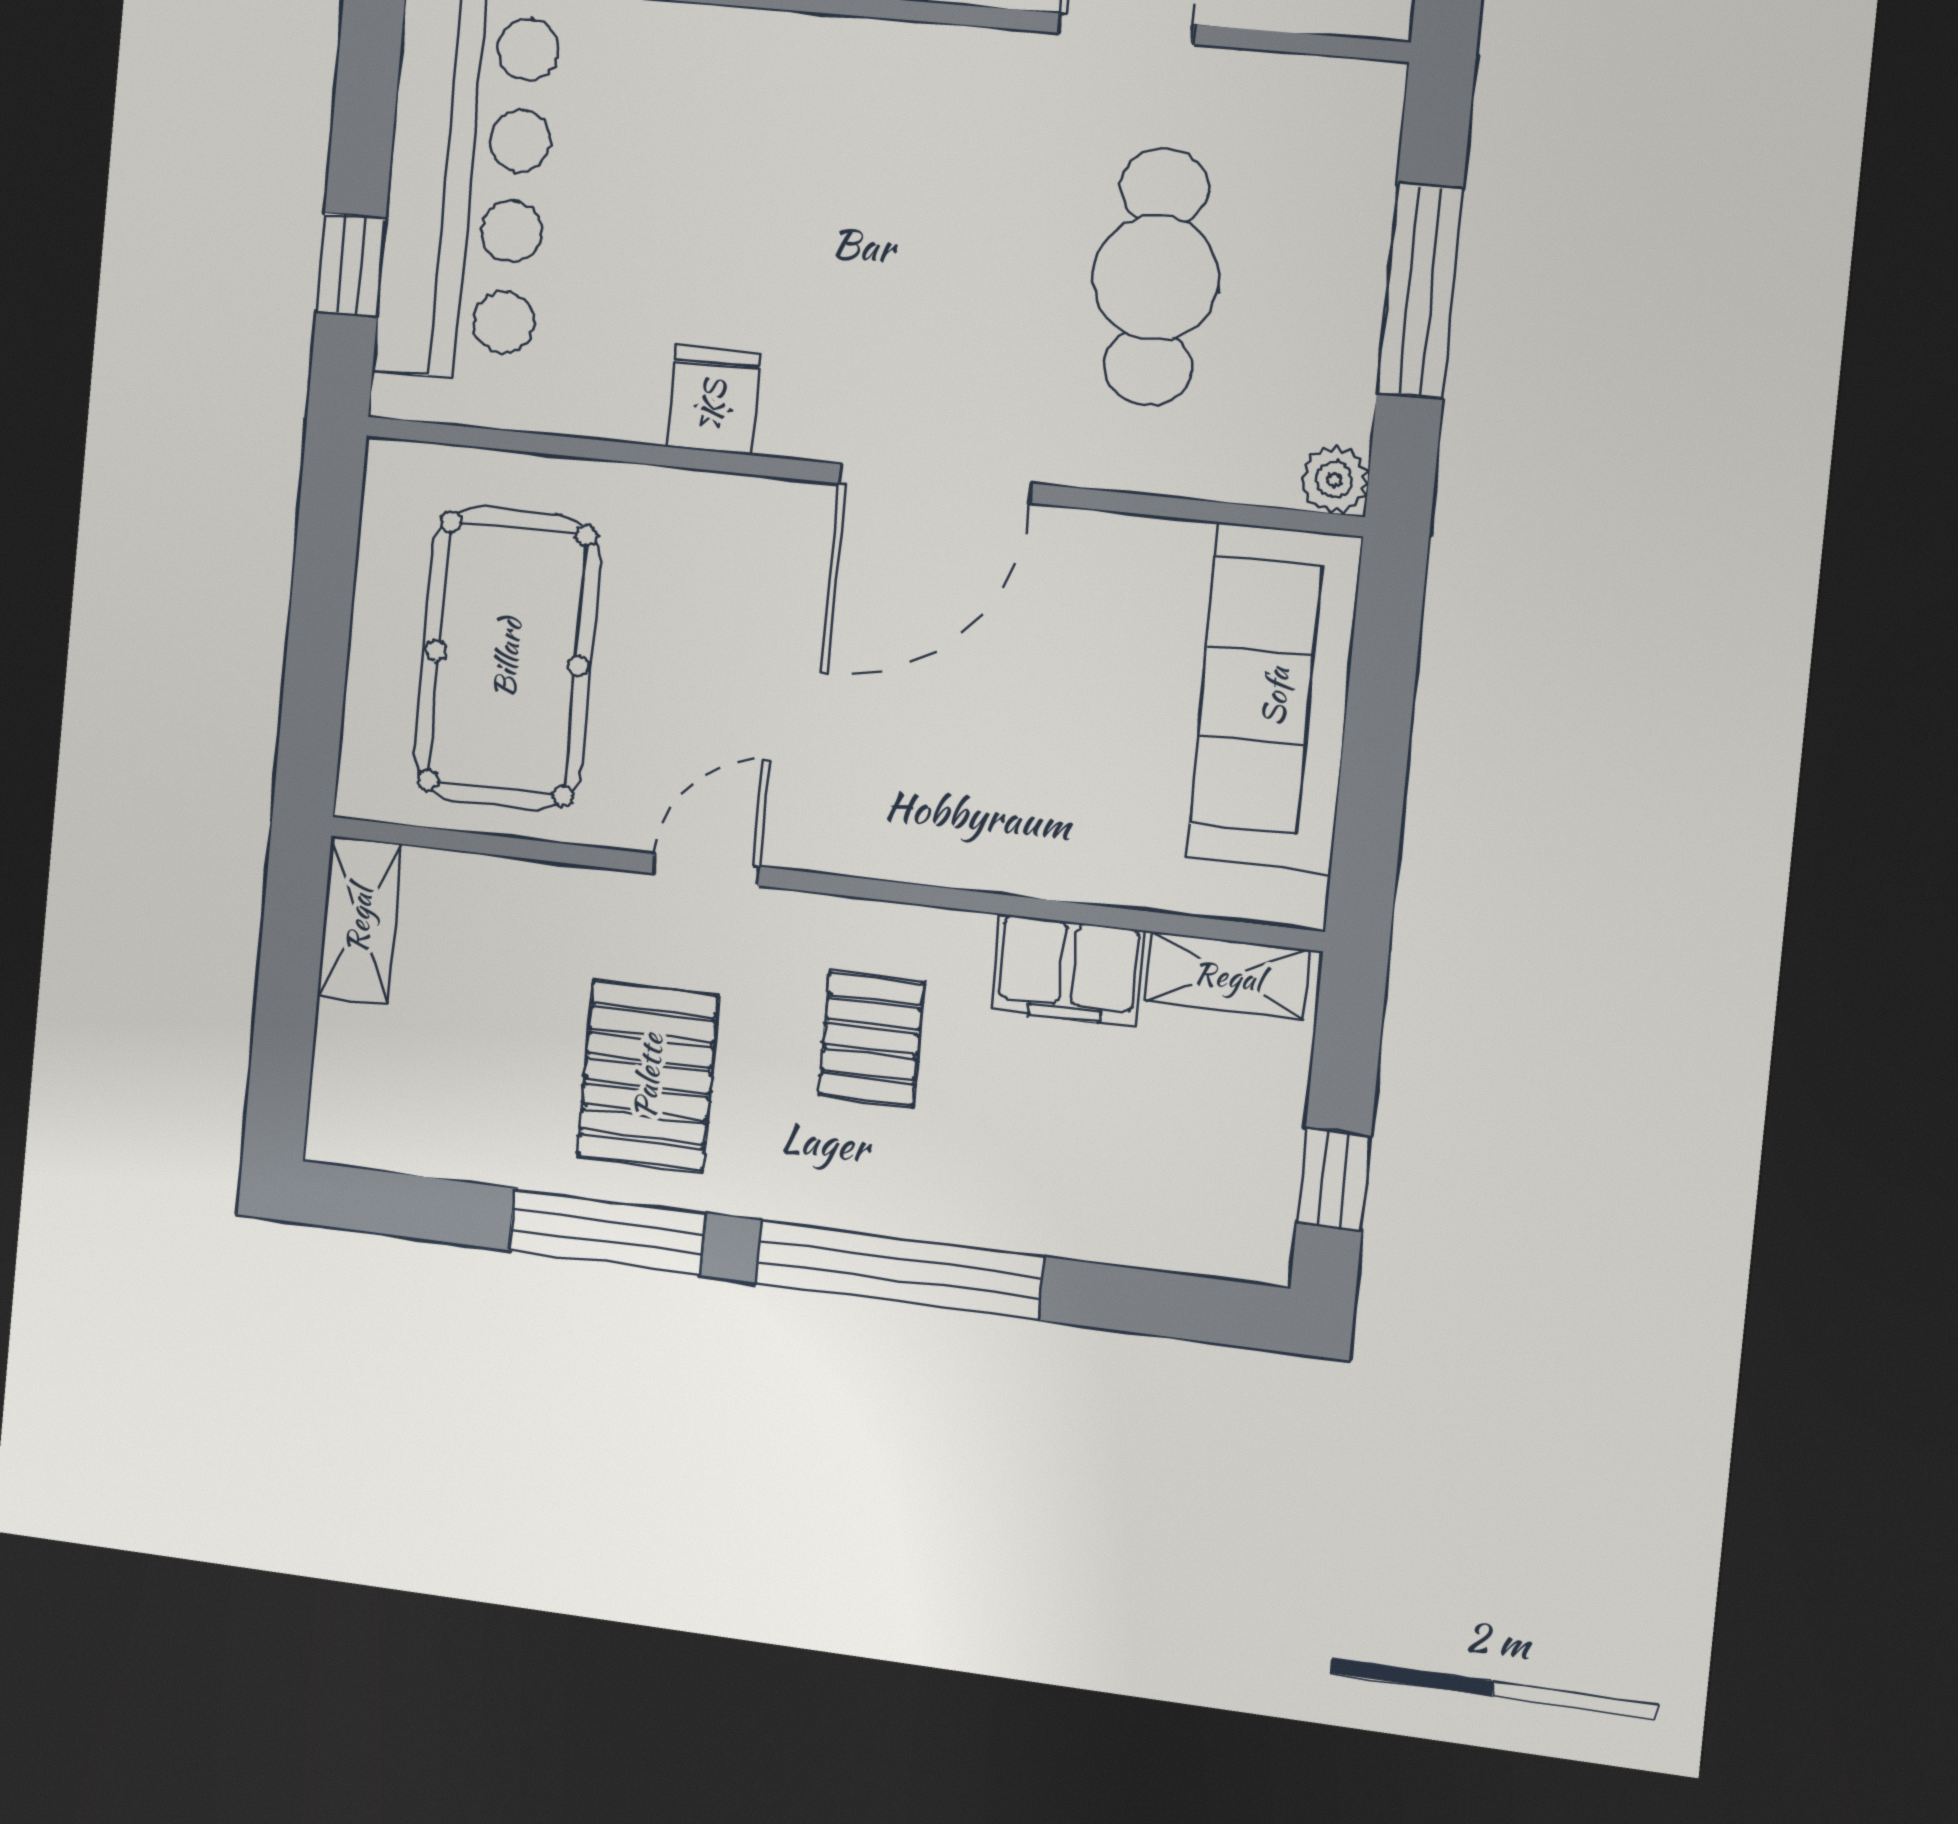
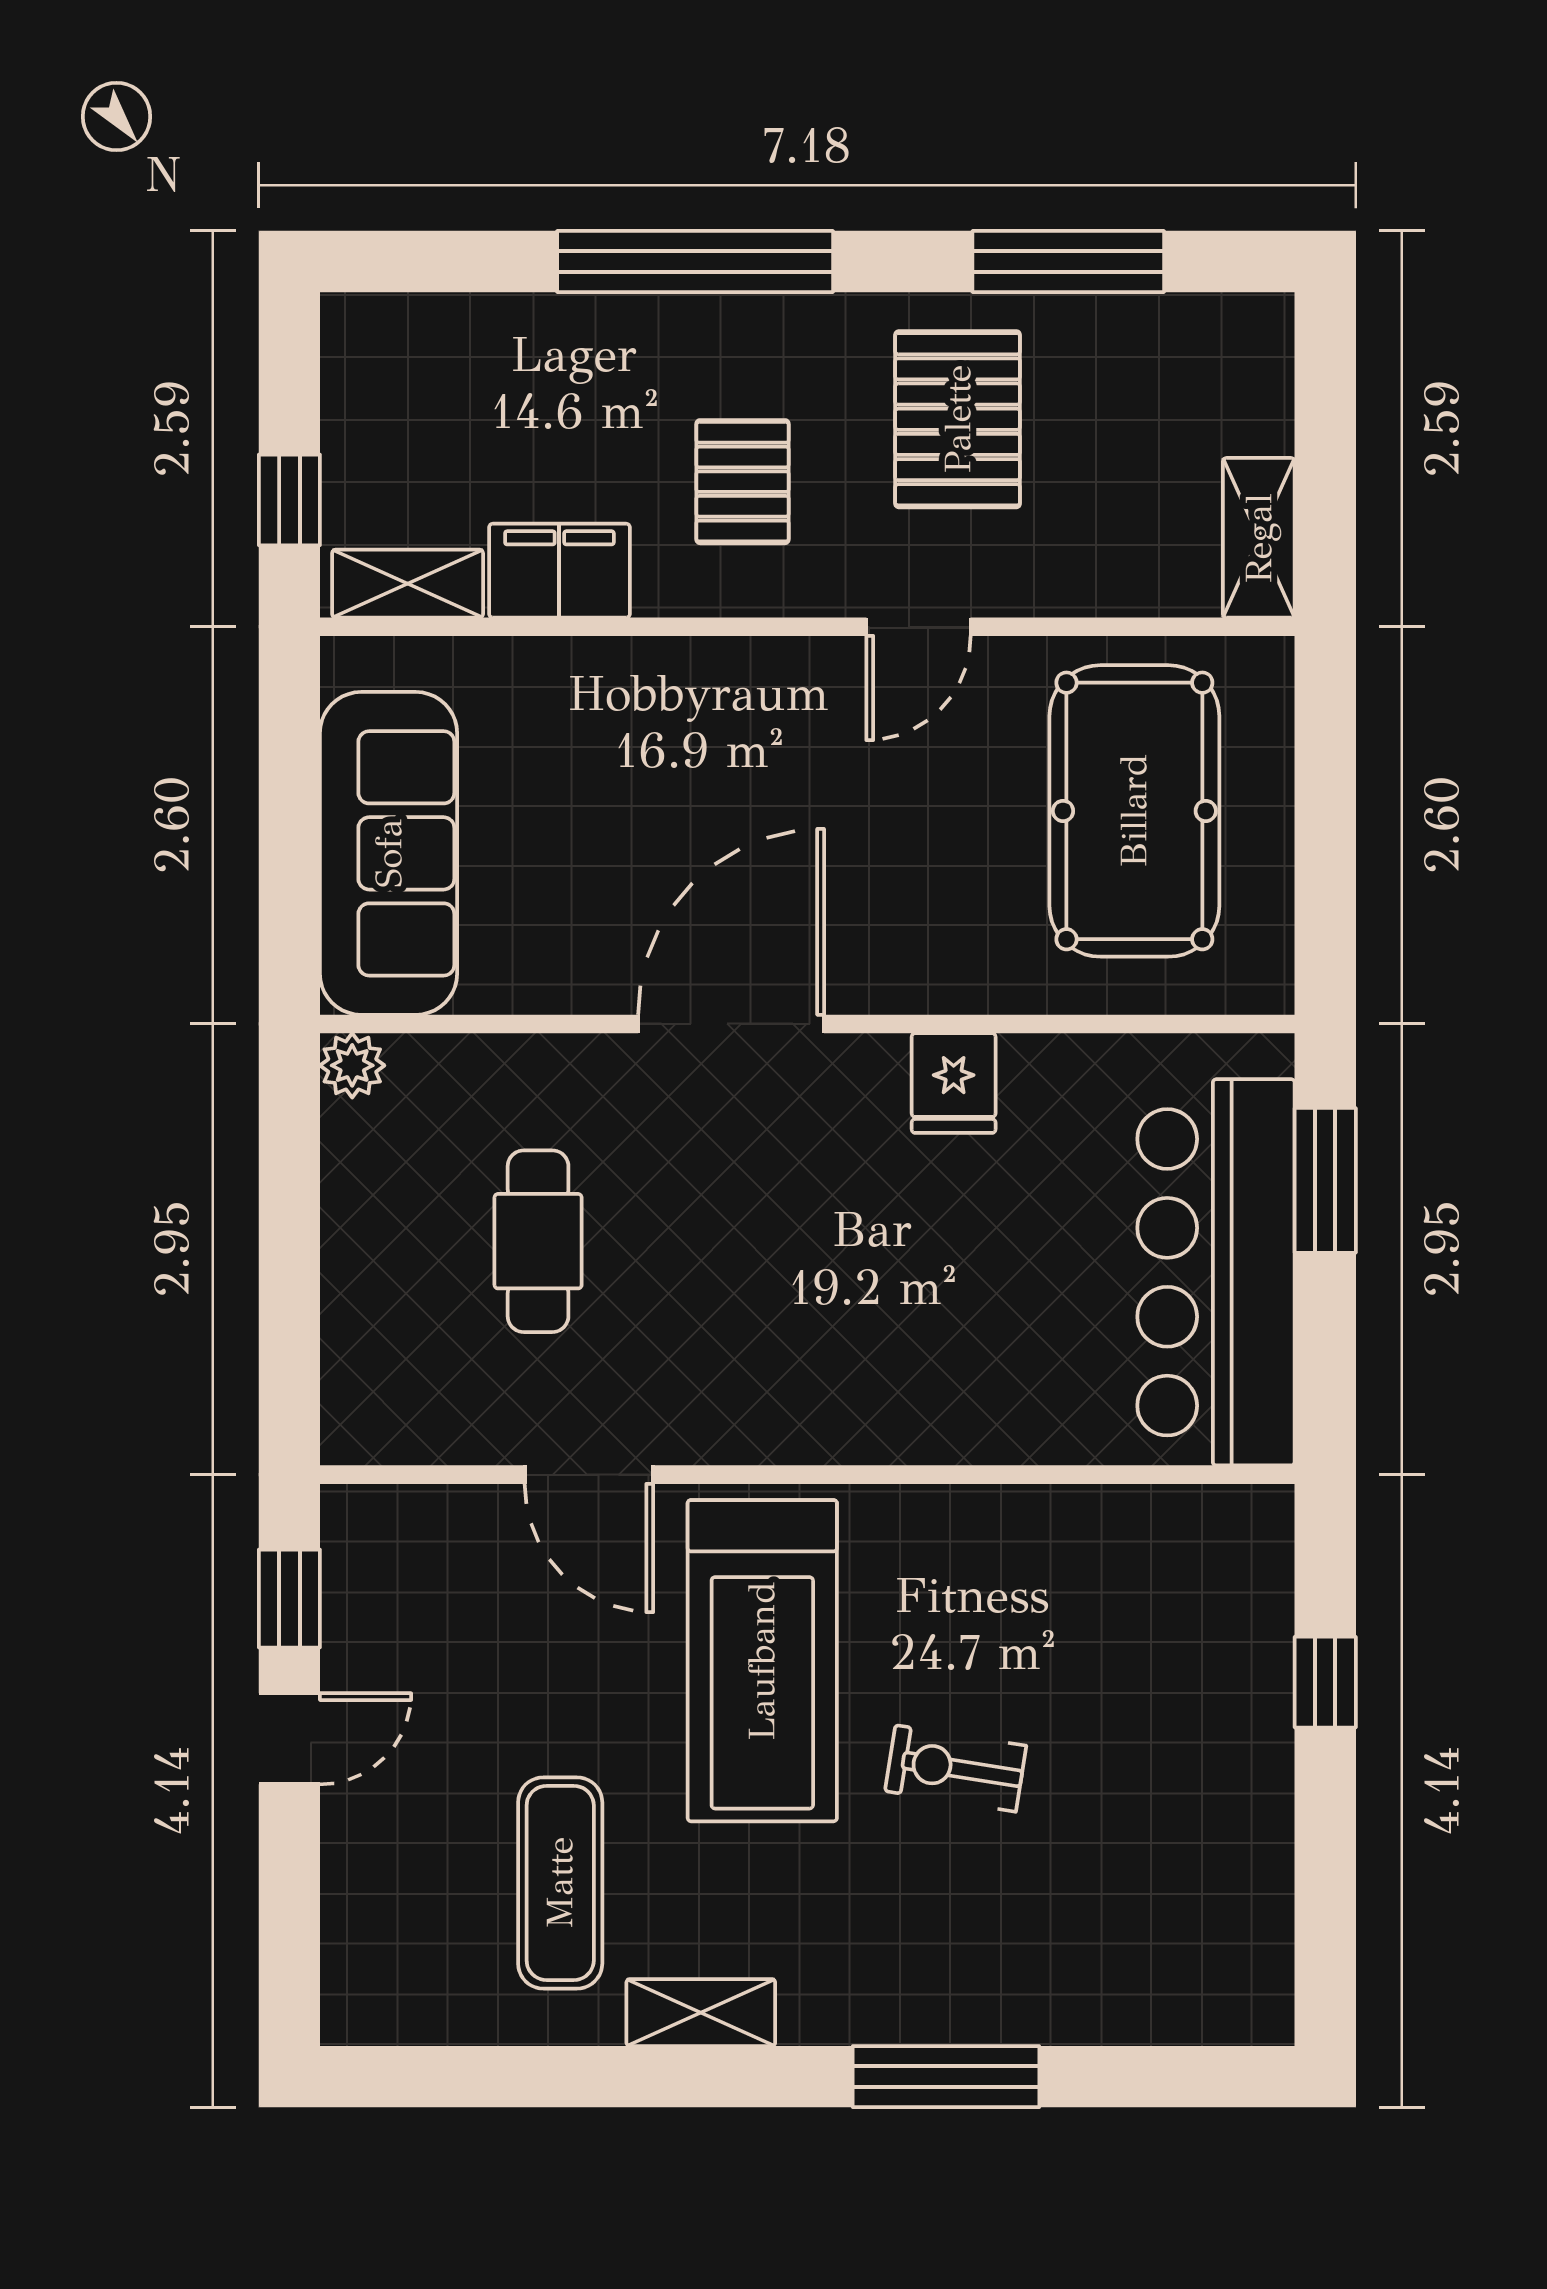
window: (351, 265) -> (1325, 1180), width x1.50
cafe table: (1156, 277) -> (538, 1241), width x0.73, depth x0.74
window: (1420, 291) -> (289, 1251), removed
window: (1334, 1180) -> (289, 500), moved
window: (607, 1232) -> (1068, 262), moved

